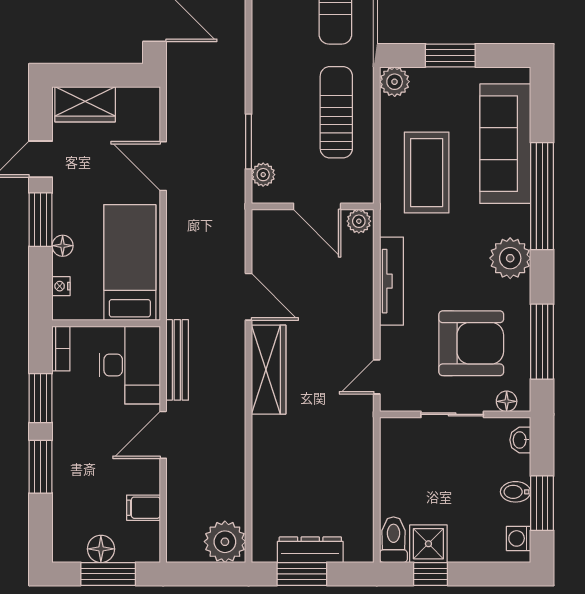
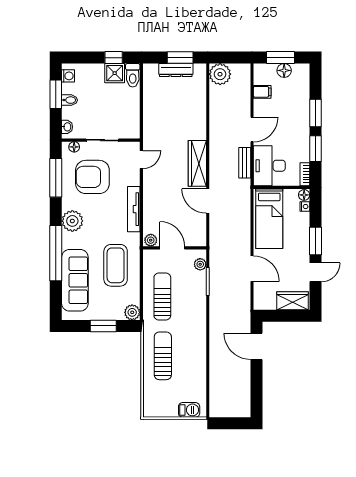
sun lounger: (336, 112) -> (162, 297), turned 180
floor lamp: (63, 246) -> (304, 195), moved
bench: (177, 360) -> (245, 163), width x0.73

